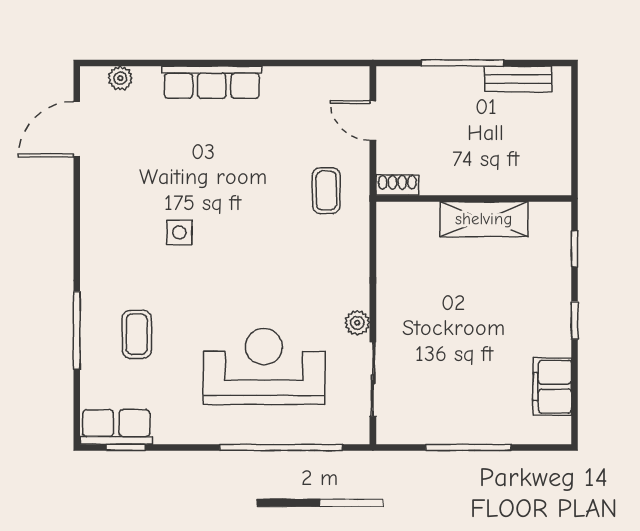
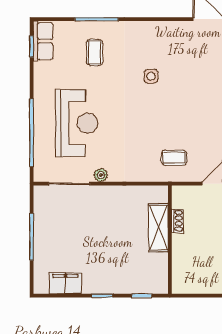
shoe rack: (397, 185) -> (177, 221), moved
shelving: (484, 219) -> (158, 228), moved
coffee table: (137, 334) -> (94, 53), turned 90

